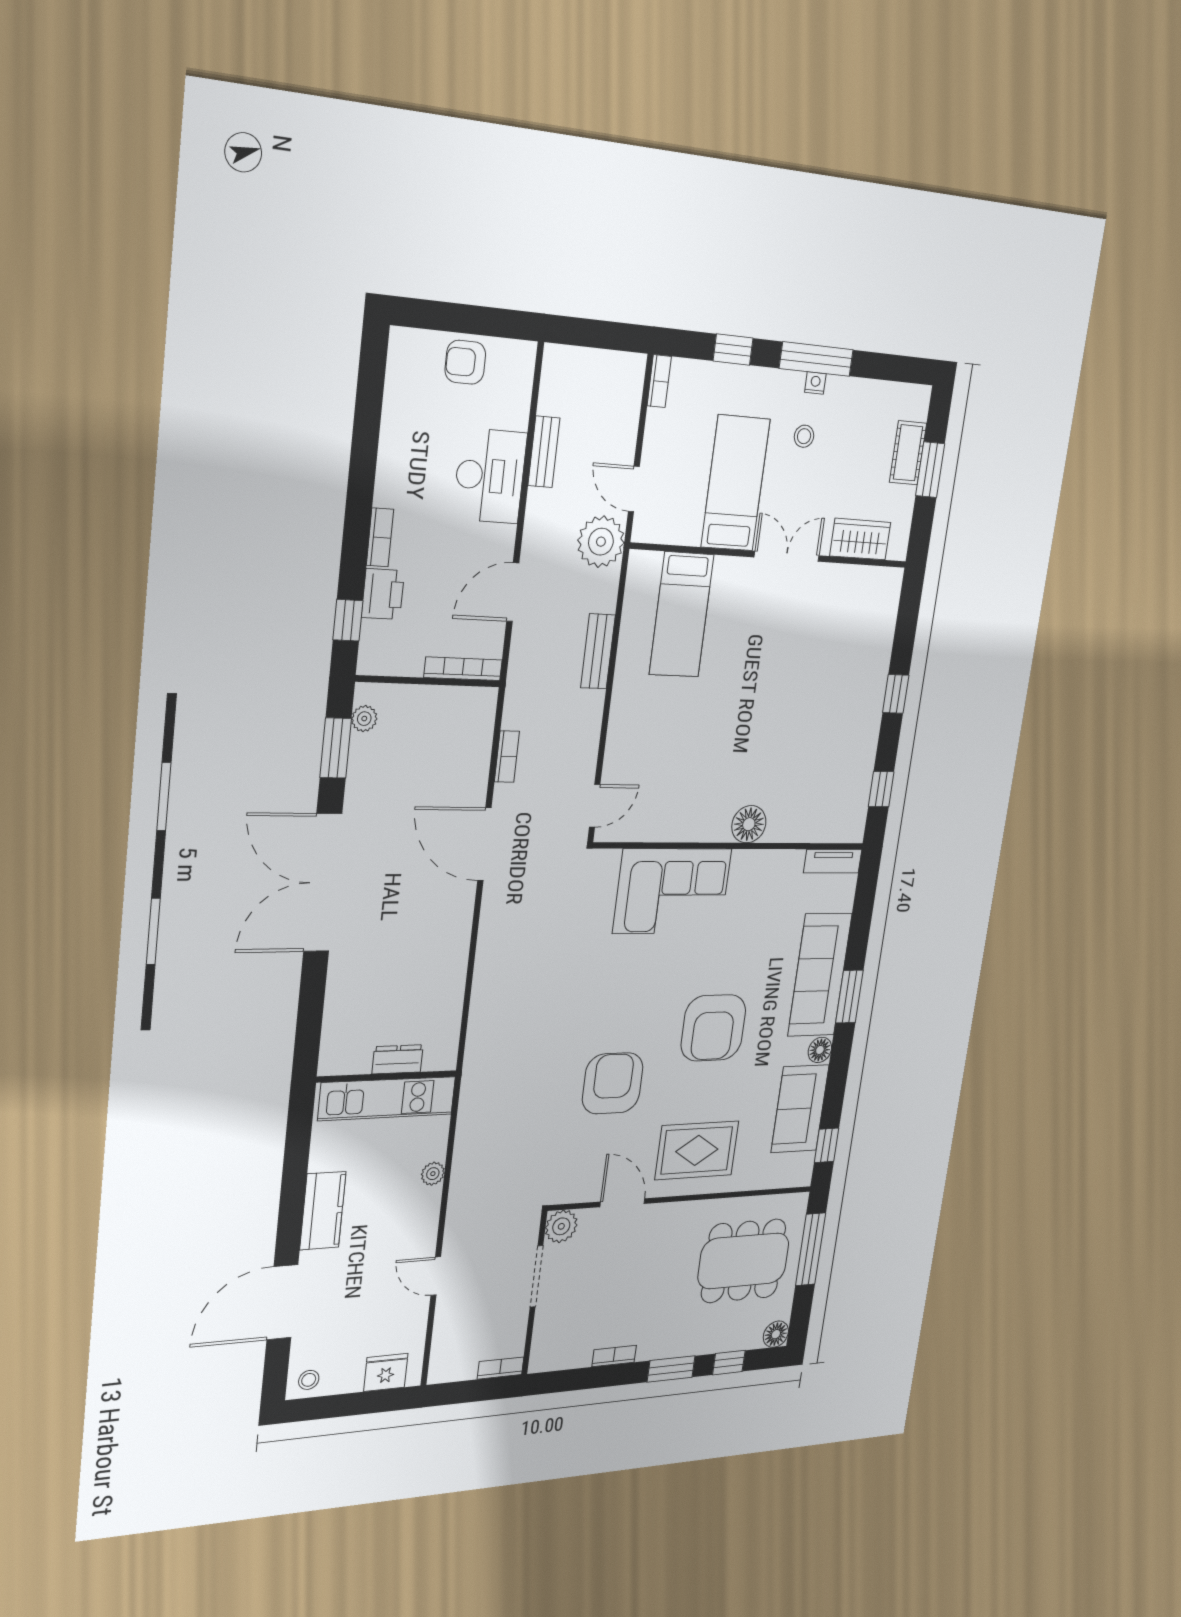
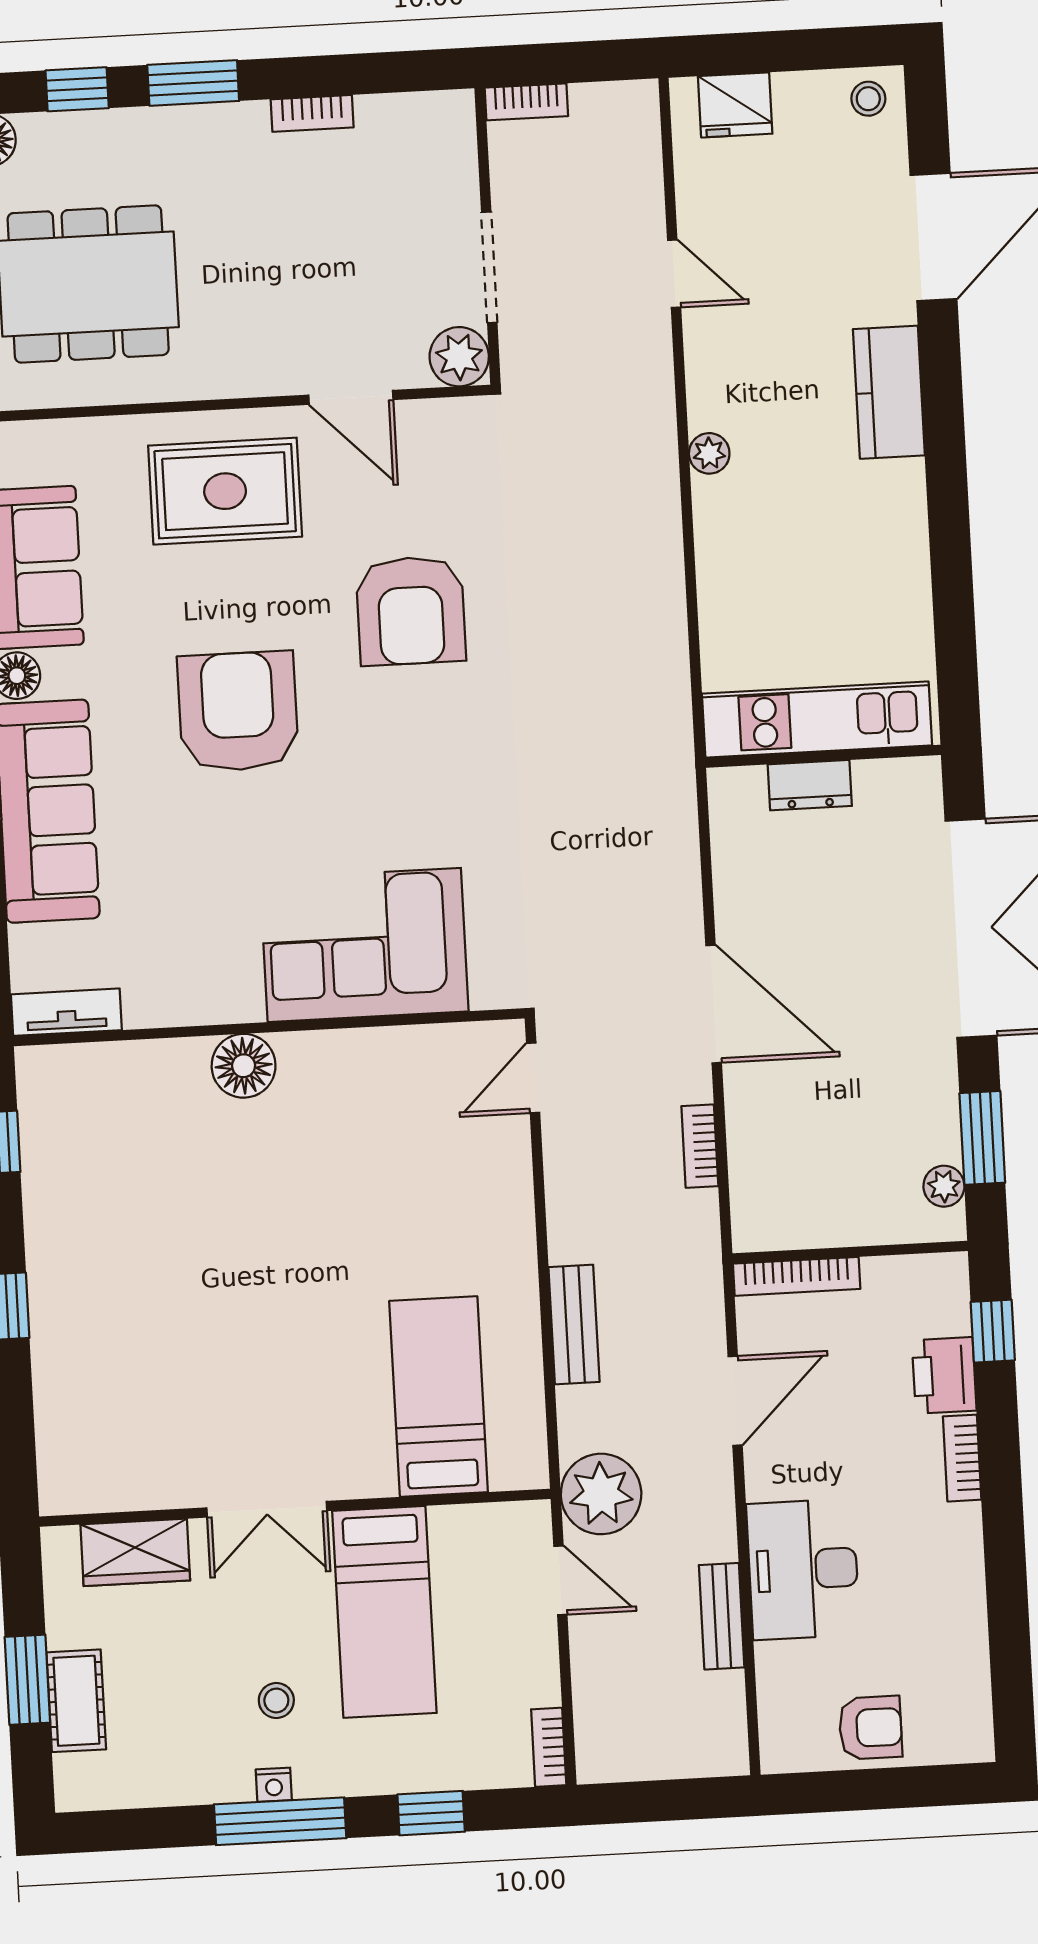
dresser: (398, 1059) -> (810, 785), moved
wall: (387, 1077) -> (823, 756), moved
kitchen unit: (387, 1099) -> (817, 719), moved

